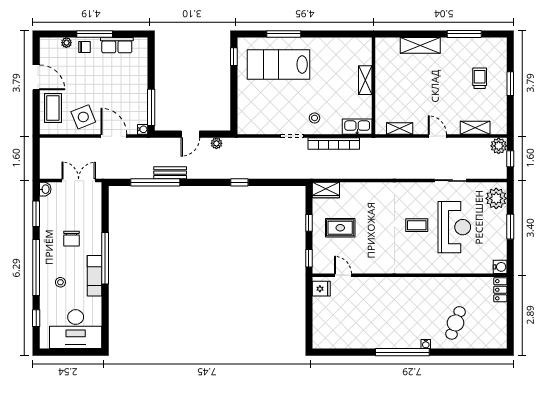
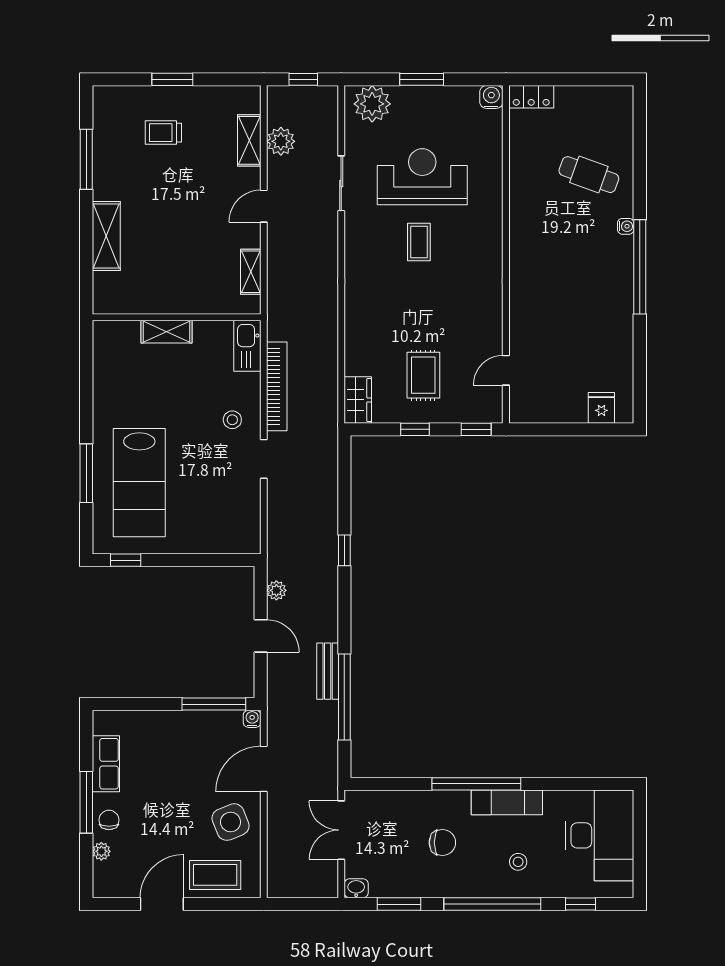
plant: (499, 146) -> (281, 141), moved
fridge: (321, 289) -> (601, 408), moved

